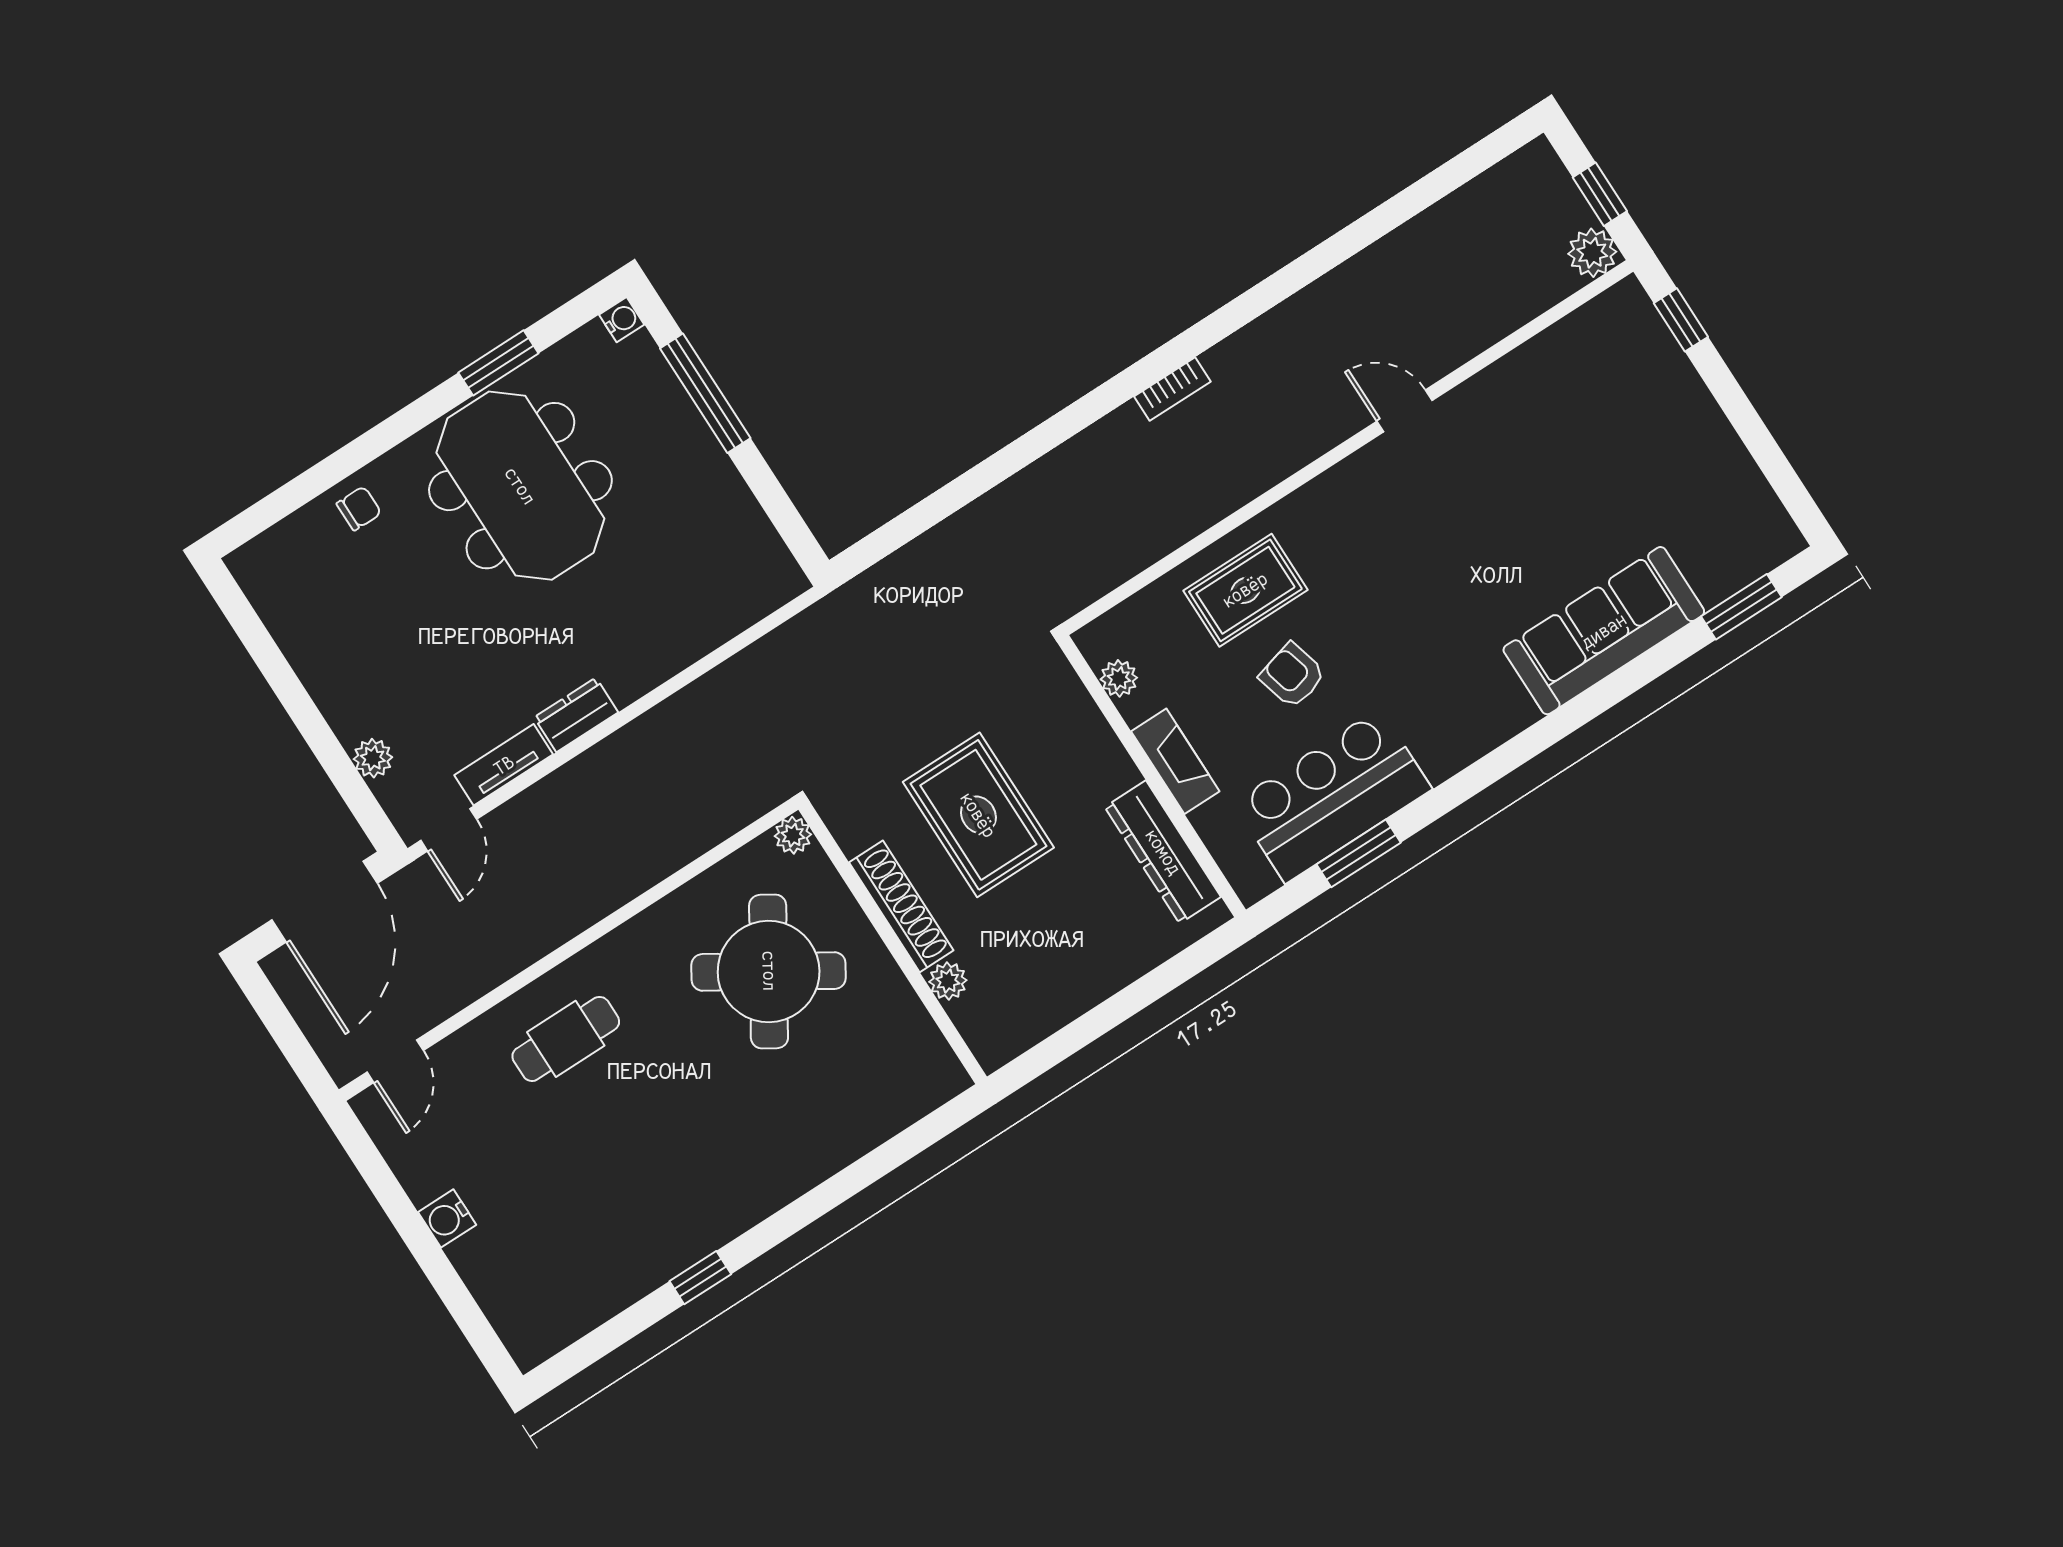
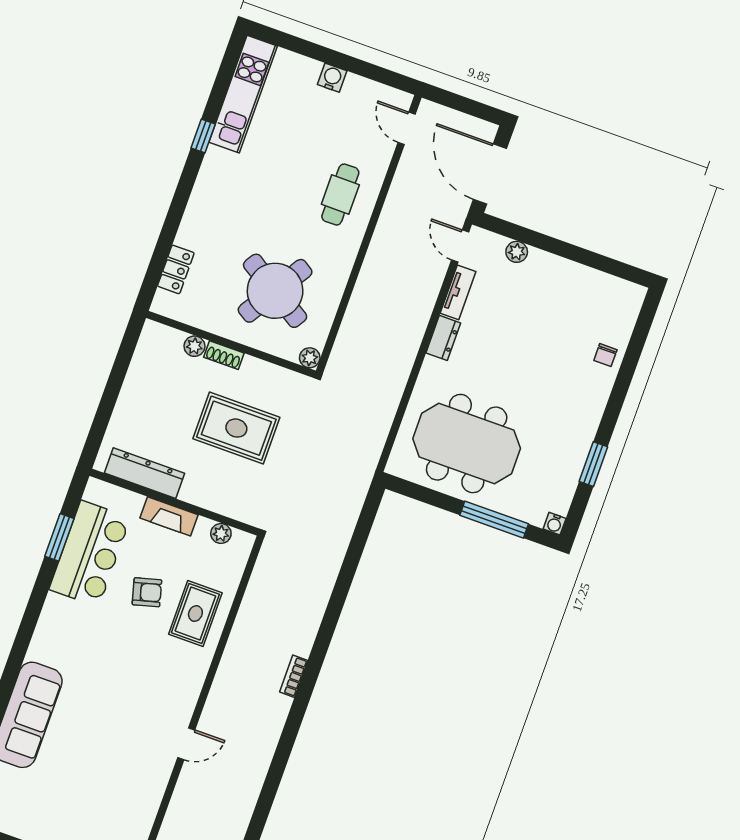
meeting table: (520, 486) -> (467, 444), moved
shoe rack: (901, 906) -> (224, 355), width x0.51, depth x0.81
locker: (889, 1114) -> (176, 269), added
kitchen unit: (595, 1294) -> (243, 94), added

